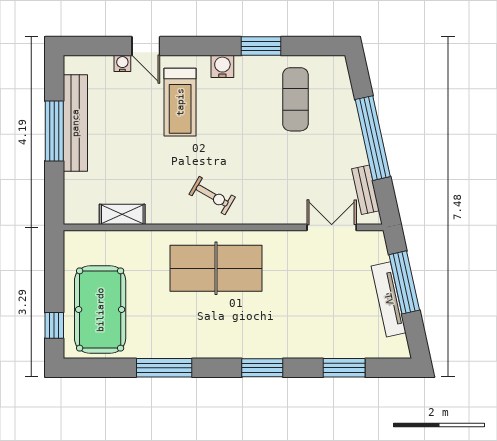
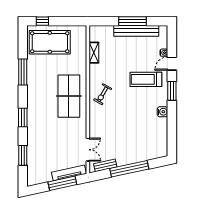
window: (261, 46) -> (172, 91), moved
water cooler: (222, 66) -> (162, 112), moved
exercise mat: (295, 99) -> (147, 133), removed
tv unit: (389, 299) -> (69, 173), moved

